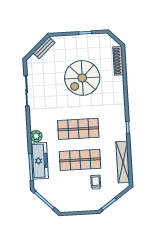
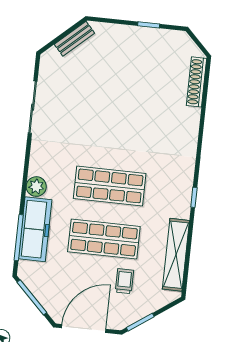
spiral stairs: (82, 78) -> (131, 101), removed
door: (77, 213) -> (84, 328), added

